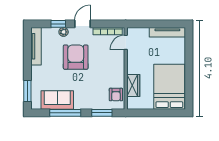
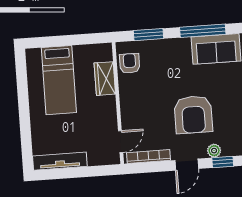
bed: (169, 87) -> (59, 80), width x0.67

